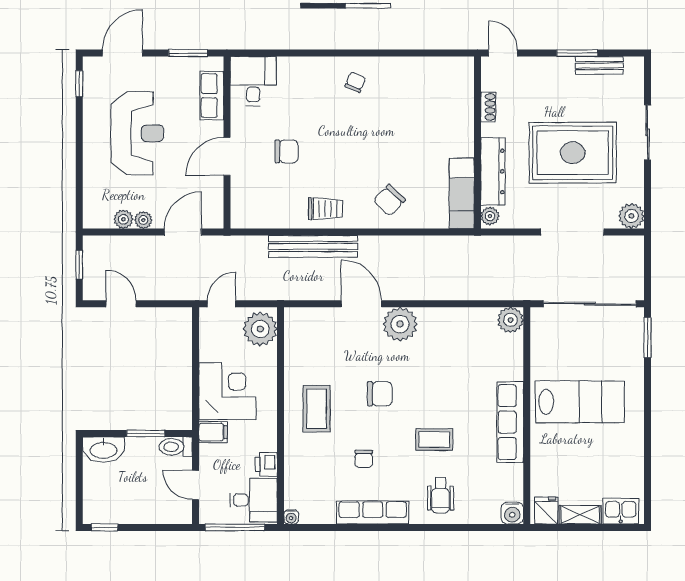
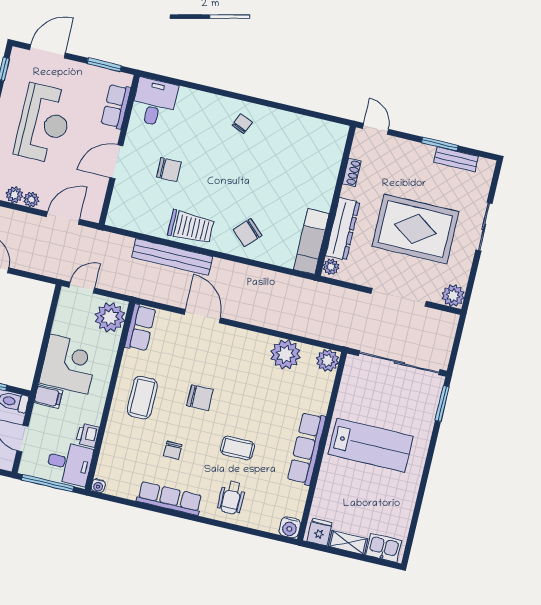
trolley: (326, 209) -> (191, 227), width x1.36, depth x1.39
plant: (400, 324) -> (285, 354), moved
row of seats: (296, 333) -> (140, 328), added

